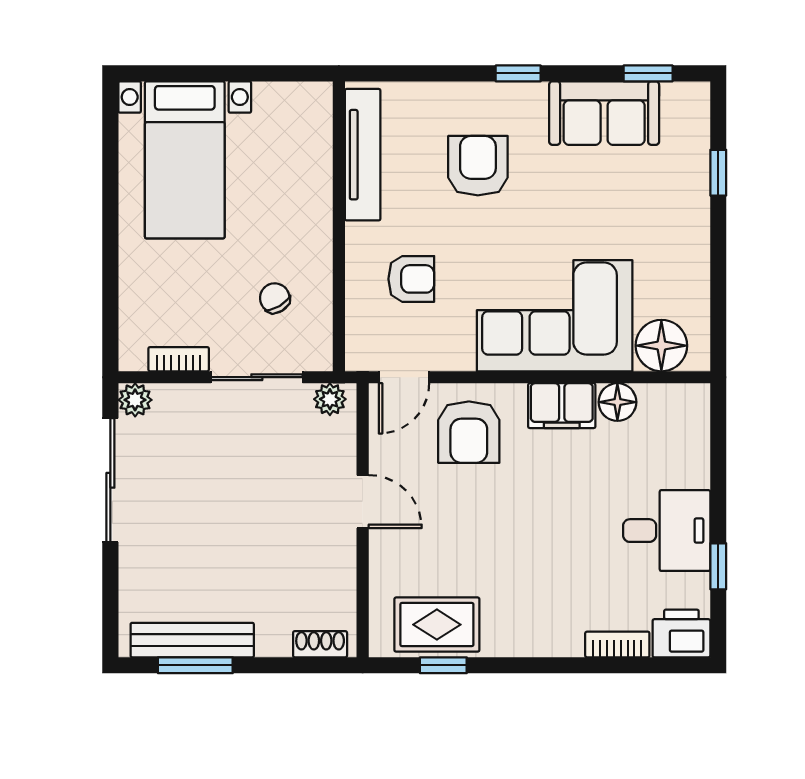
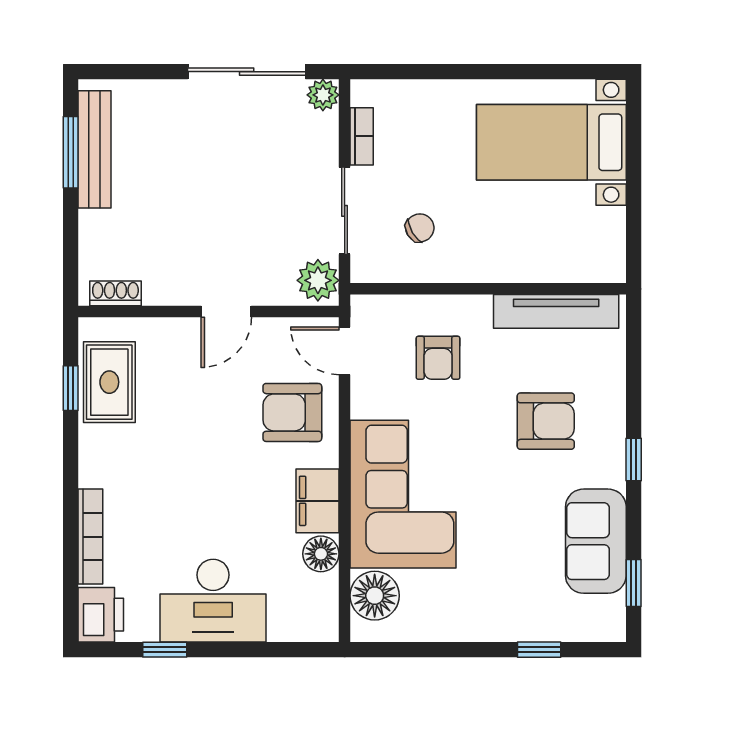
plant: (330, 399) -> (318, 280), width x1.38, depth x1.38
desk: (667, 531) -> (213, 601), width x1.37
shoe rack: (320, 644) -> (115, 293), moved, turned -90
bookcase: (617, 644) -> (90, 537), width x1.56

